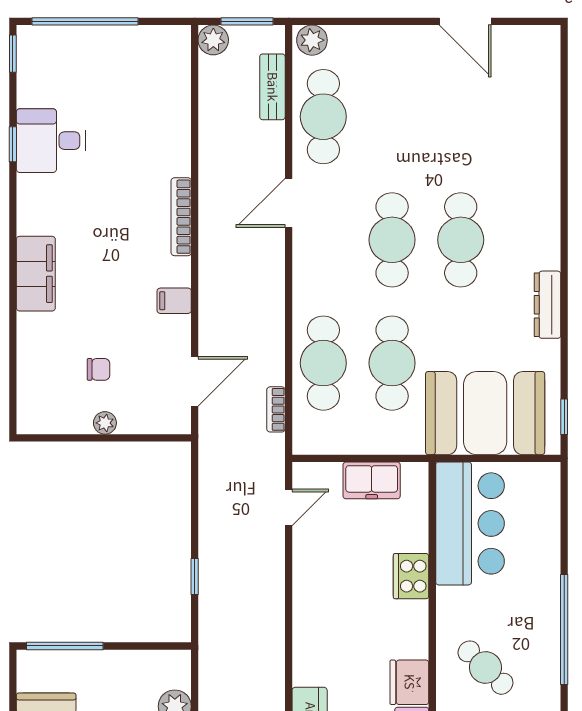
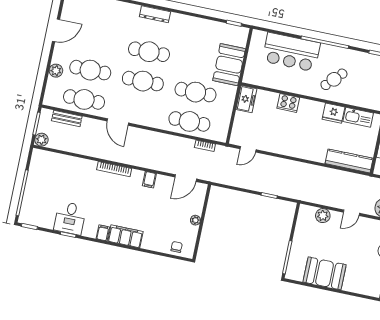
plant: (312, 40) -> (56, 71), moved
cafe table: (392, 117) -> (90, 70), added
filing cabinet: (33, 221) -> (103, 233), added
dresser: (547, 305) -> (155, 14), moved
chair: (99, 369) -> (177, 247), moved
door: (195, 381) -> (186, 178), swing flipped
booth: (485, 413) -> (229, 65), width x0.73, depth x0.70
freezer: (372, 480) -> (246, 99), moved
door: (289, 507) -> (248, 149), swing flipped
bar counter: (470, 523) -> (291, 52), moved, turned 180

